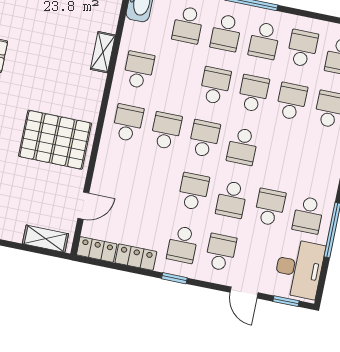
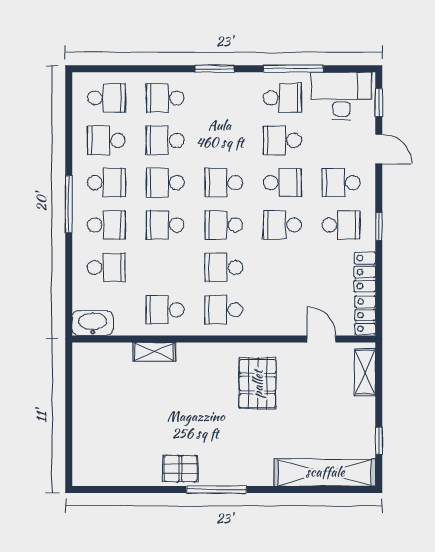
pallet: (55, 140) -> (258, 384), width x0.73, depth x0.71
school desk: (242, 146) -> (224, 183), turned 180
door: (244, 292) -> (379, 149), hinge flipped

